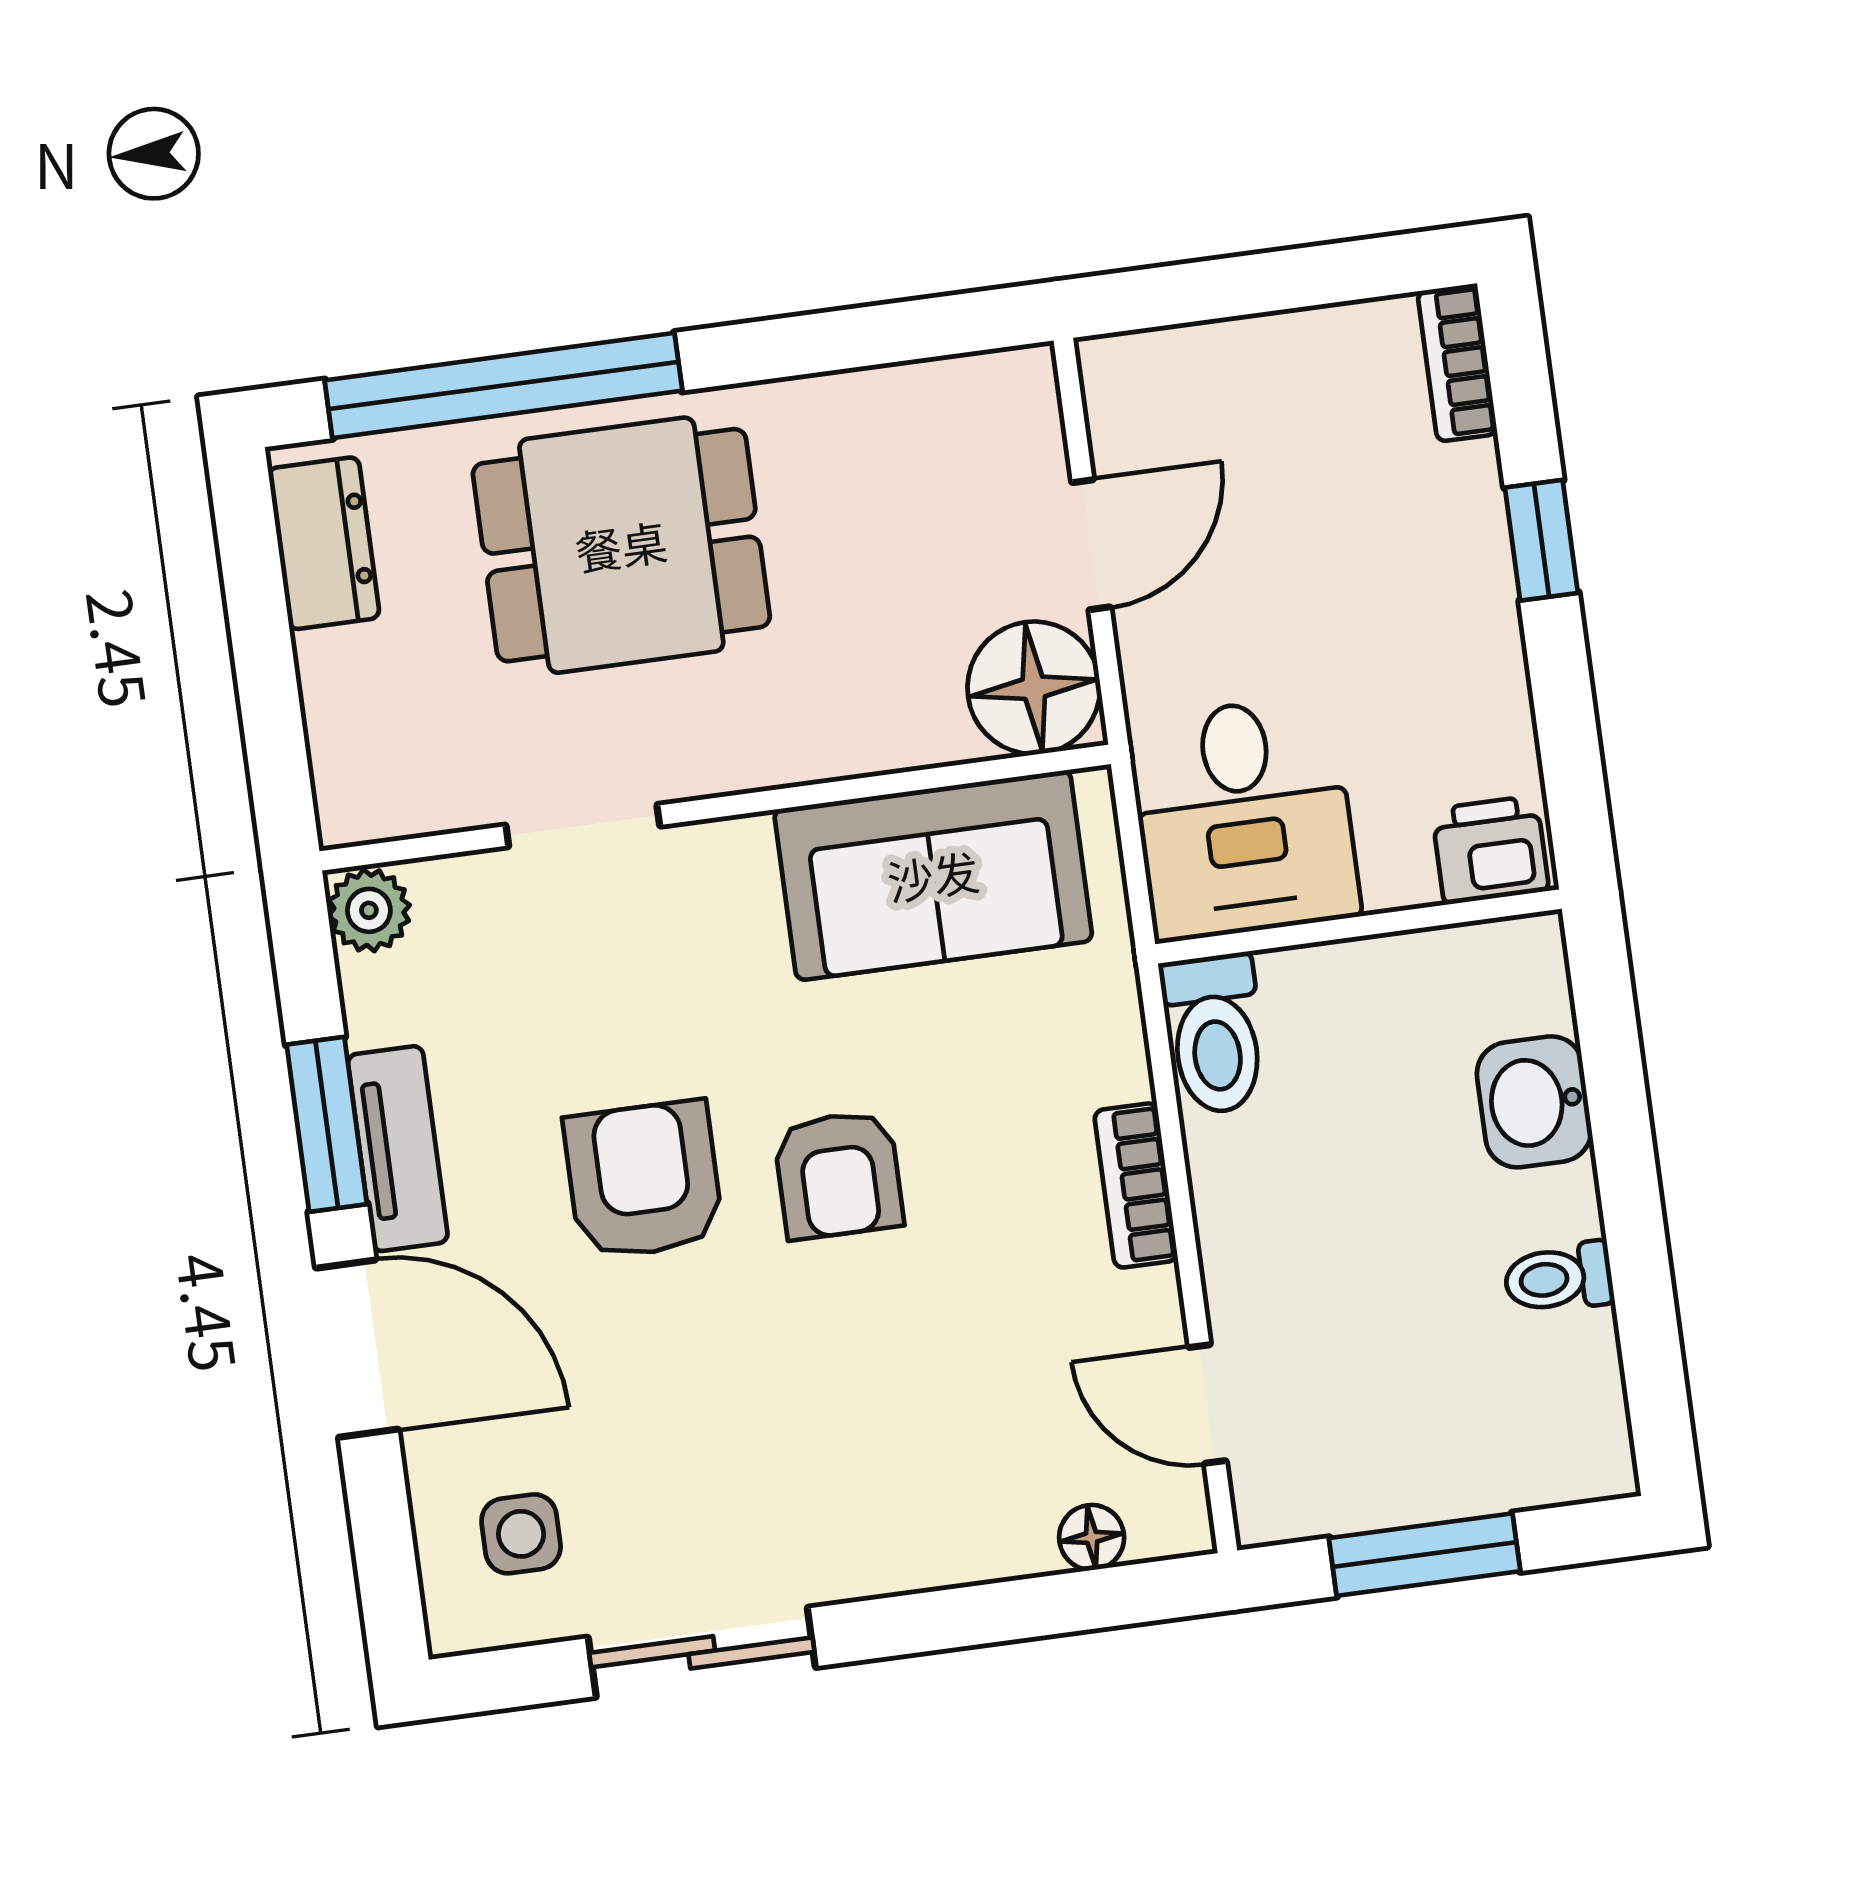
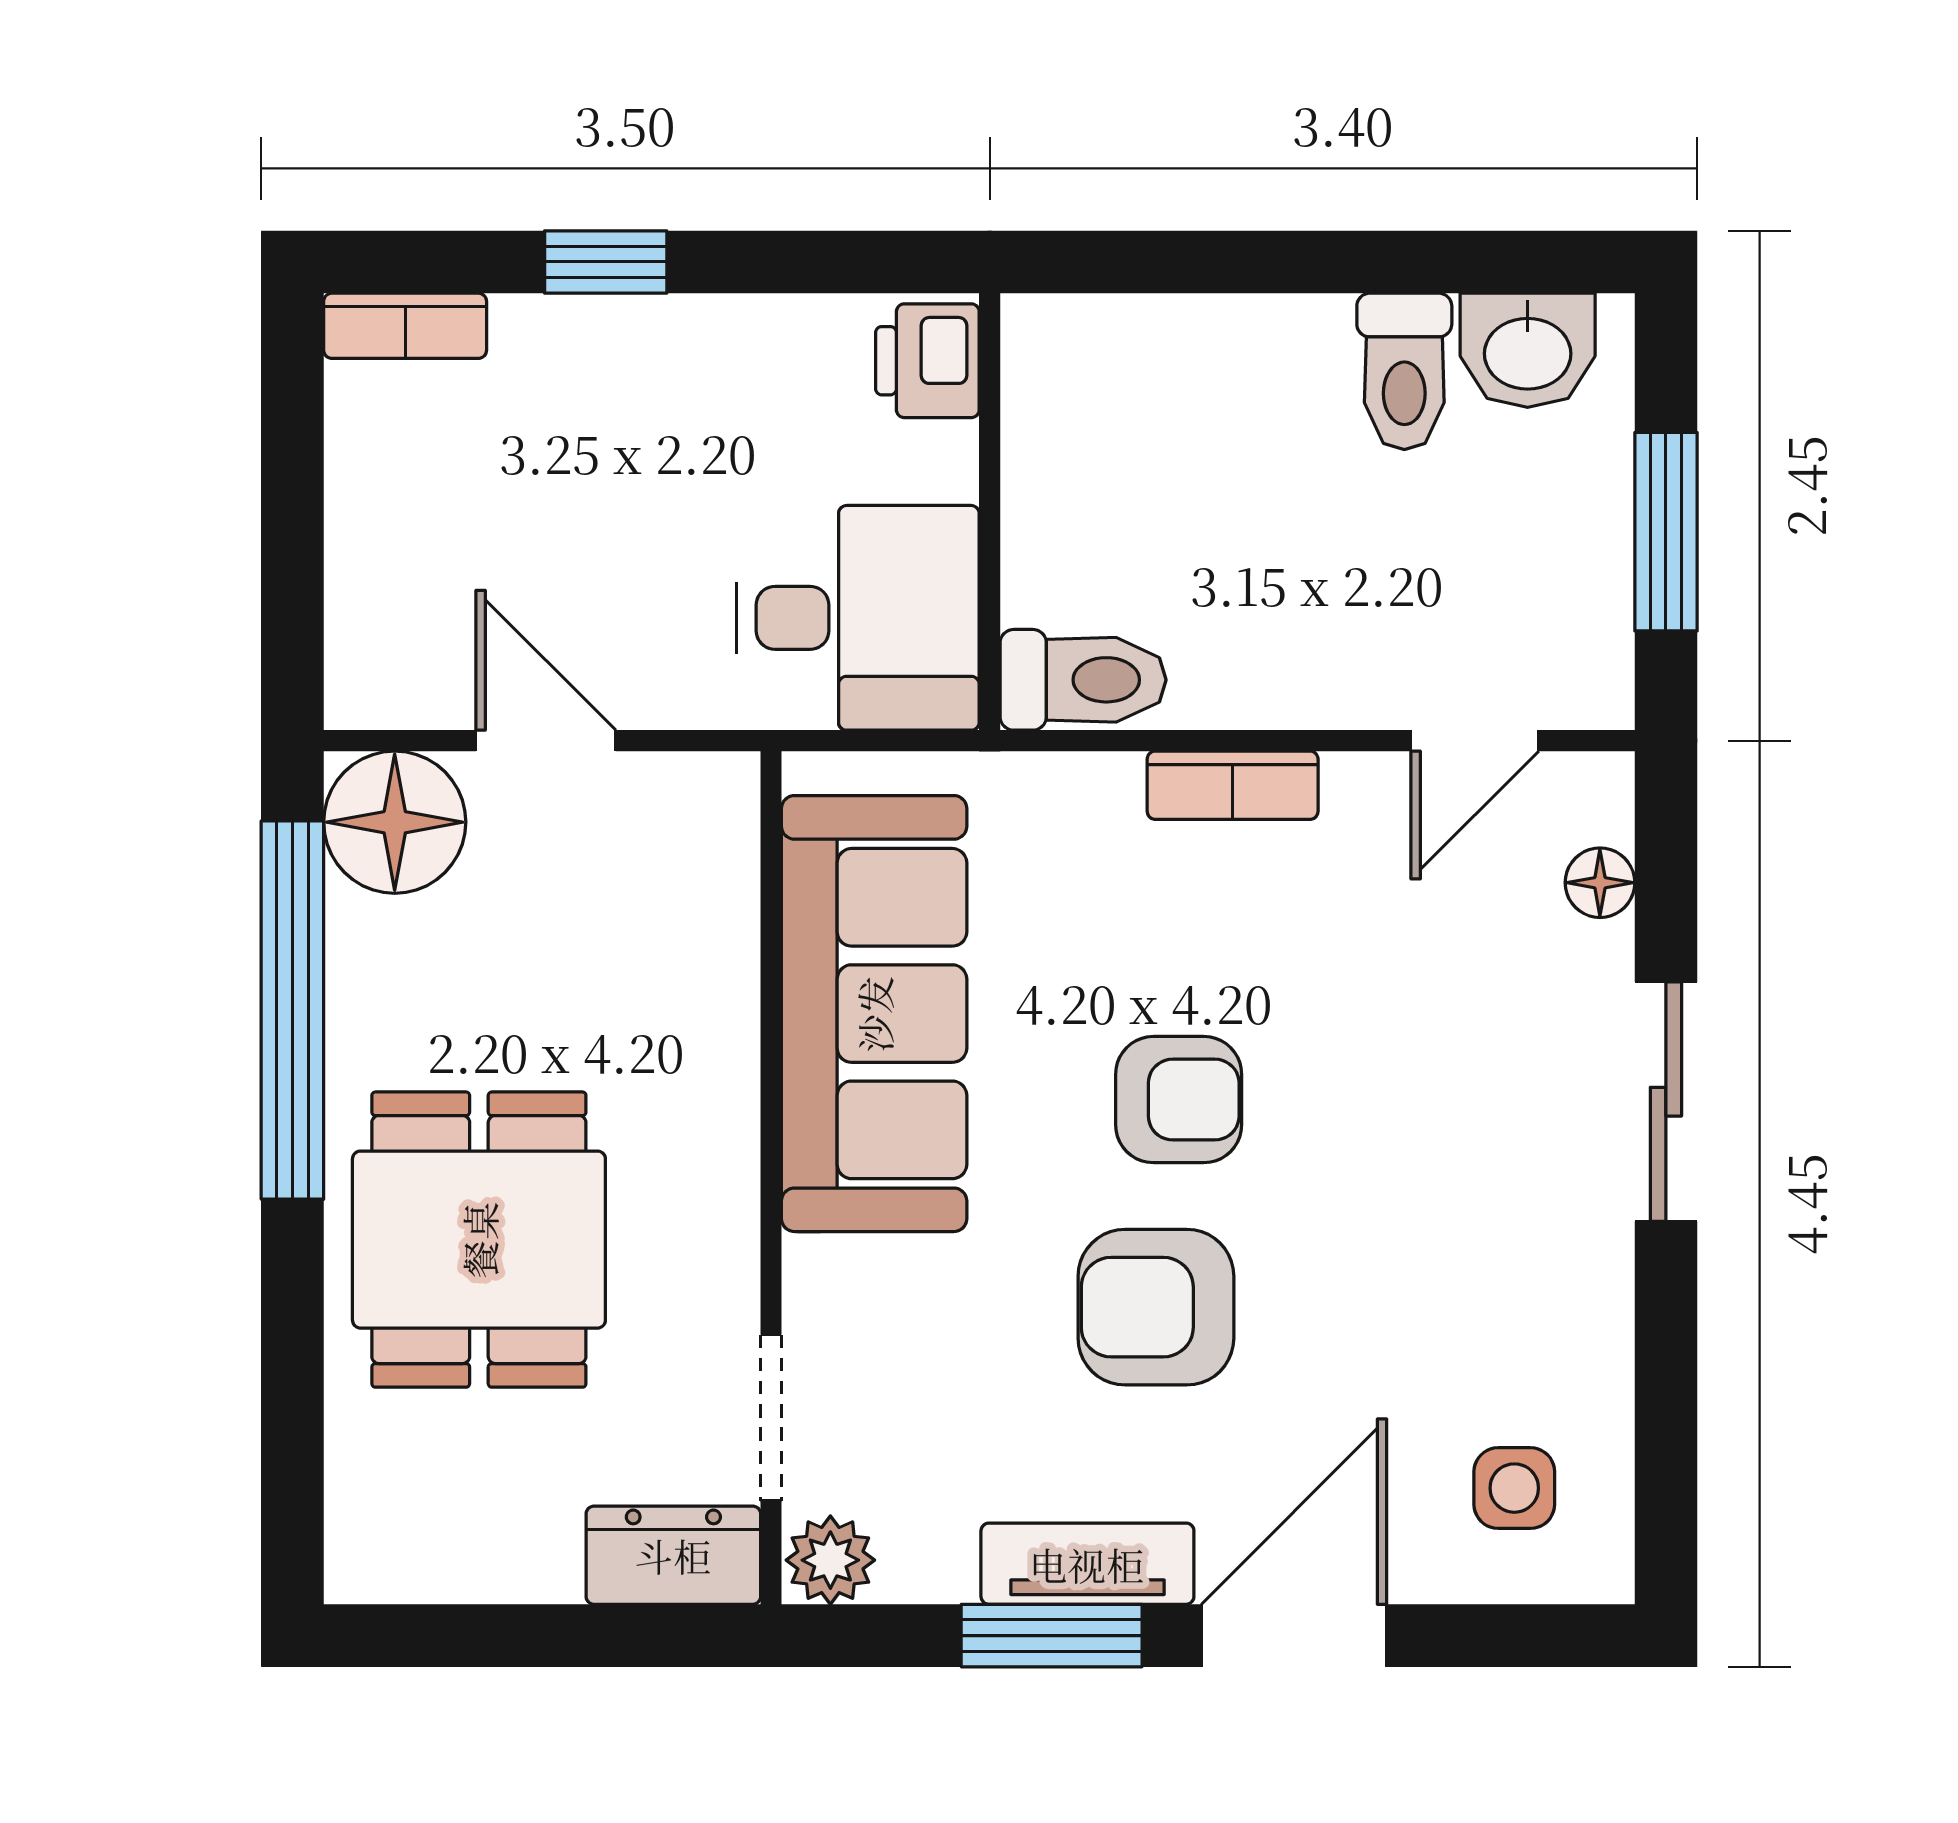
window: (503, 385) -> (292, 1010), moved
dresser: (324, 543) -> (673, 1555), moved
floor lamp: (1034, 688) -> (395, 822), moved
doorway: (583, 826) -> (771, 1418), moved
sofa: (933, 875) -> (874, 1014), width x1.36
washbasin: (1534, 1102) -> (1528, 350), moved
toilet: (1559, 1278) -> (1404, 371), width x1.37, depth x1.39
sliding door: (702, 1652) -> (1666, 1102), moved

